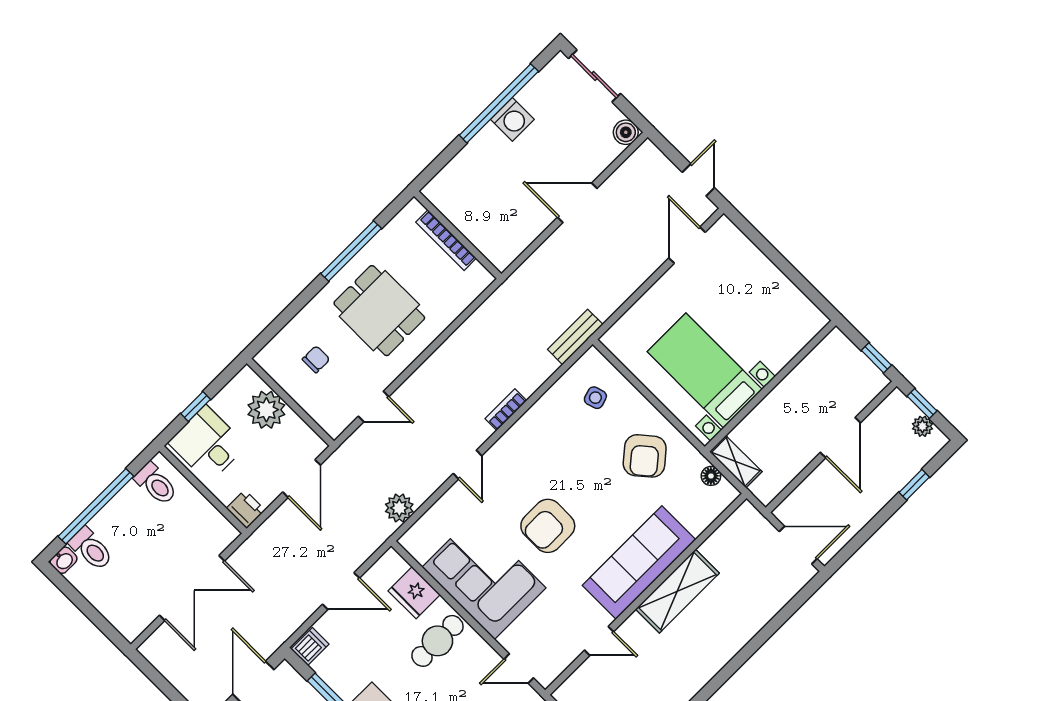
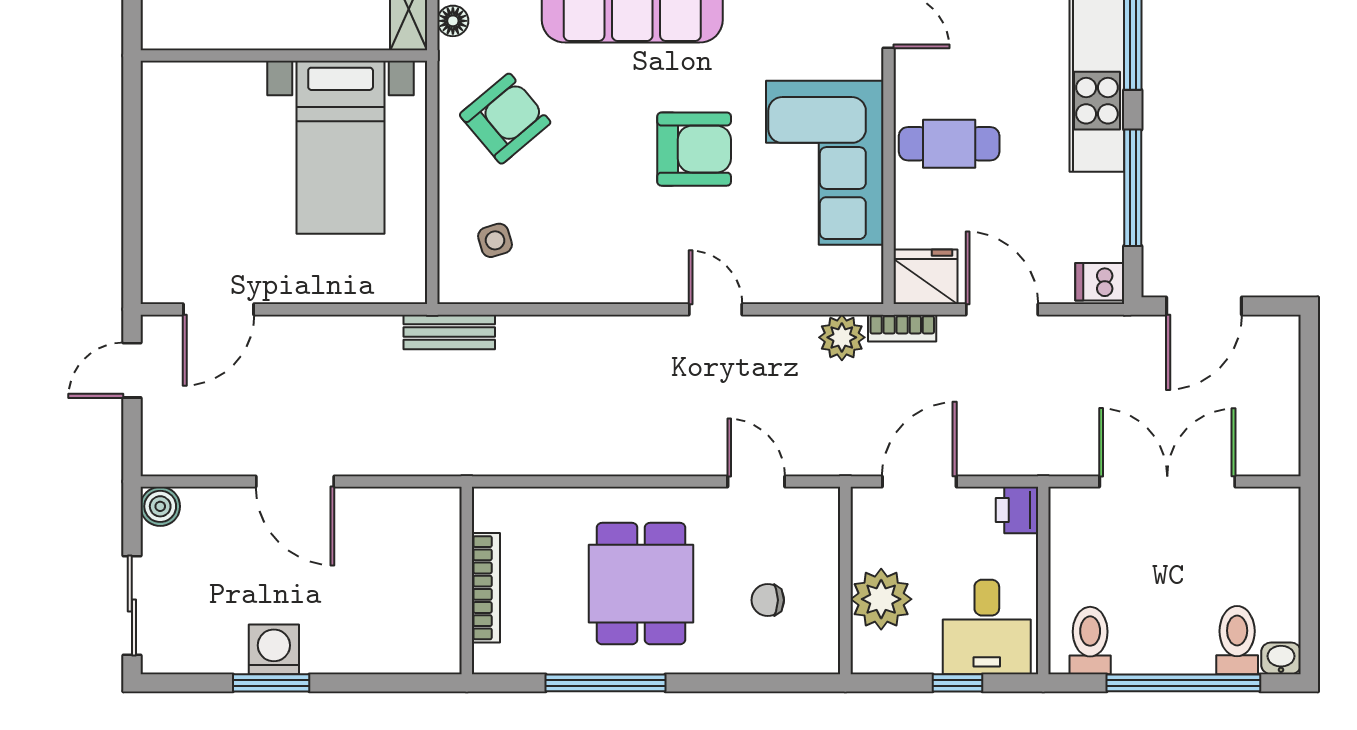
window: (499, 103) -> (271, 683), width x0.47
bookcase: (506, 410) -> (902, 328), moved
door: (467, 465) -> (716, 309), hinge flipped
fridge: (414, 593) -> (925, 277), moved, turned -90

